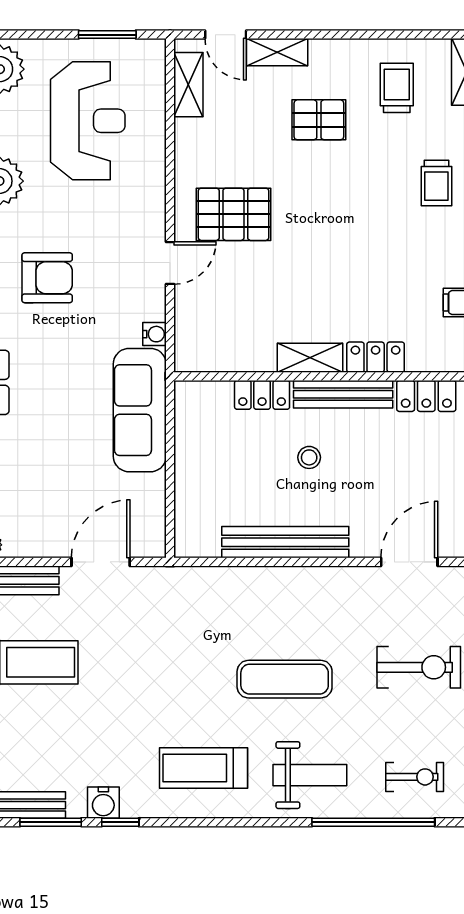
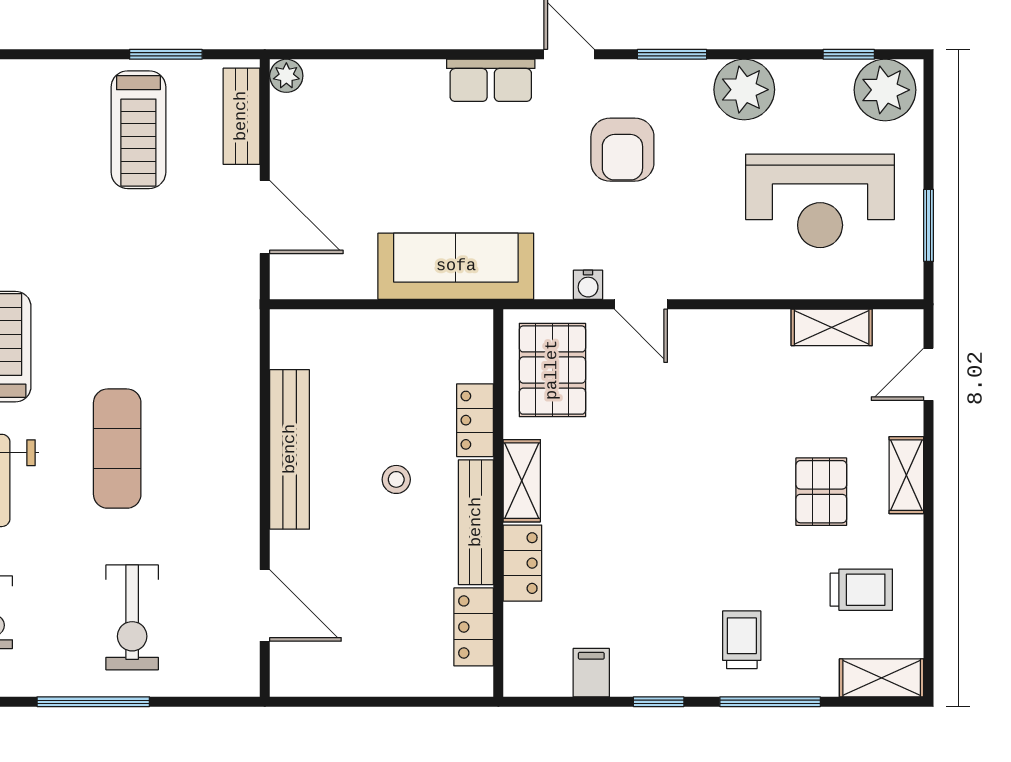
shelving: (277, 52) -> (906, 475), moved
shelving: (188, 85) -> (832, 327), moved
trolley: (436, 183) -> (742, 640), turned 90
pallet: (233, 214) -> (552, 370), moved
water cooler: (154, 334) -> (588, 285), moved

